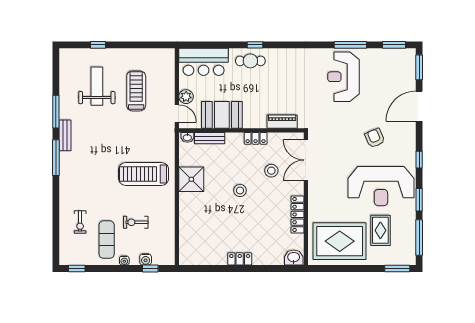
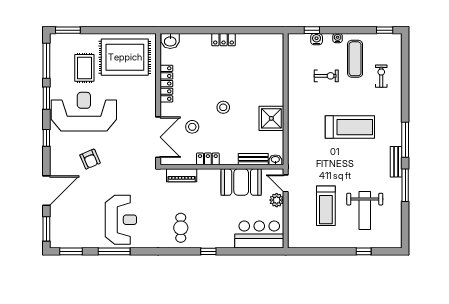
cafe table: (250, 61) -> (181, 228), moved, turned 90
treadmill: (144, 174) -> (350, 127), moved

